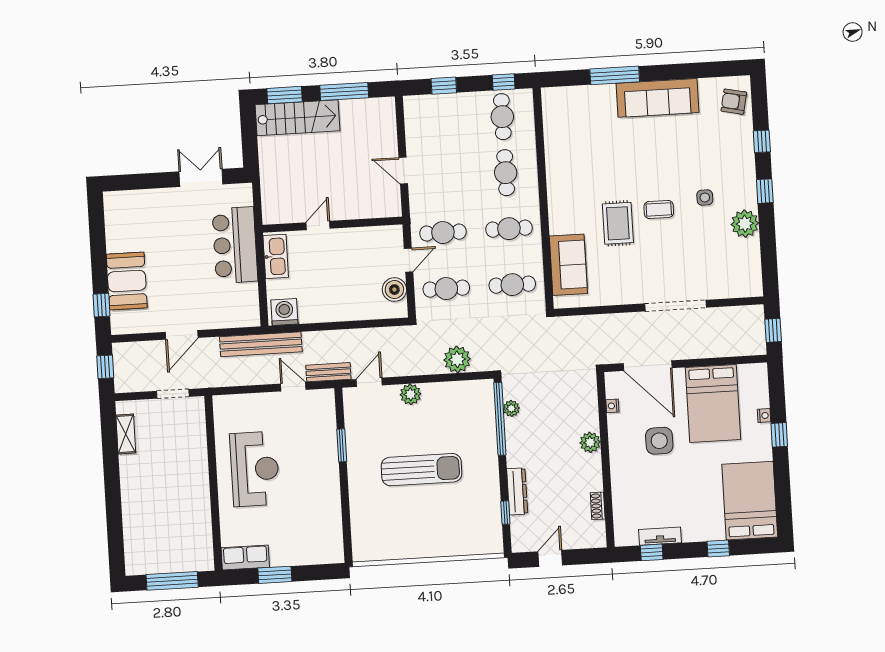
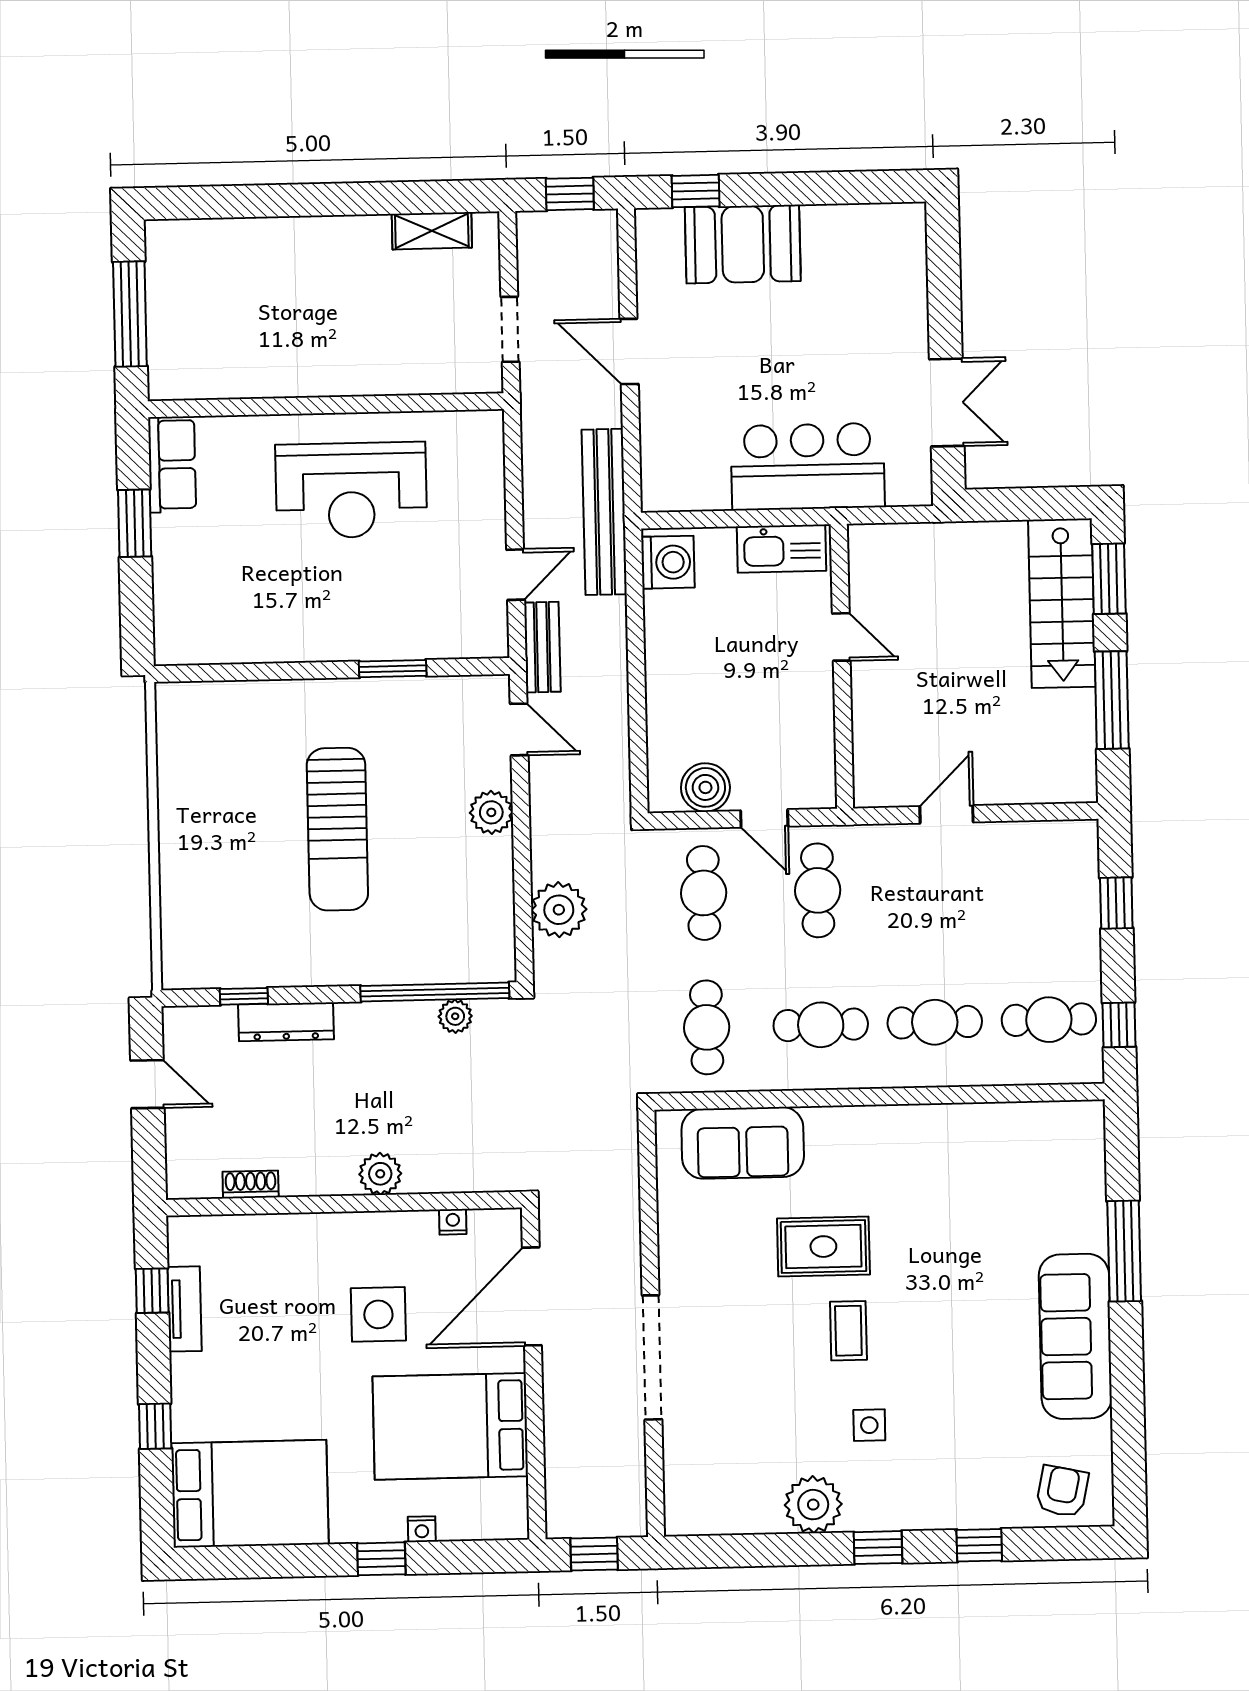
cafe table: (509, 229) -> (821, 1025), turned 90

